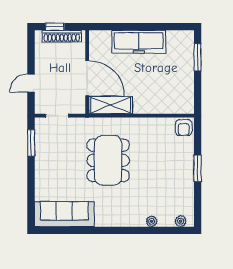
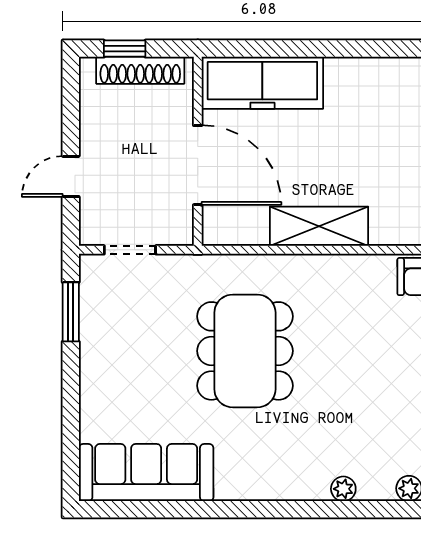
freezer: (139, 42) -> (262, 83), moved
shelving: (111, 105) -> (319, 226), moved

